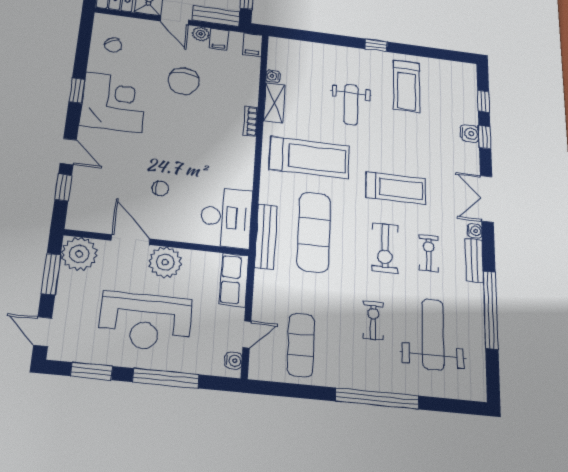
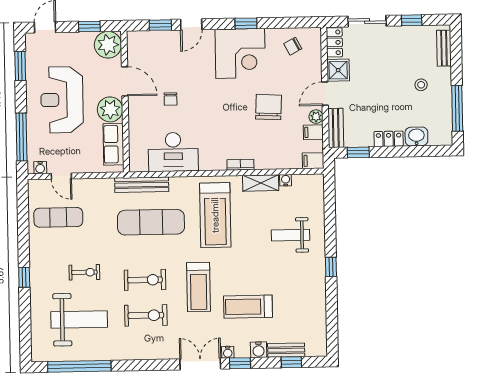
chair: (184, 81) -> (269, 107), turned 93
treadmill: (407, 86) -> (248, 307), moved
weight bench: (351, 105) -> (291, 235), moved
window: (485, 137) -> (240, 363), moved
desk: (226, 217) -> (173, 152), moved
water cooler: (475, 231) -> (228, 352), moved
door: (131, 240) -> (125, 81), hinge flipped
exercise bike: (385, 248) -> (145, 280), turned 180
exercise bike: (429, 253) -> (146, 315), width x1.38, depth x1.39
bench: (474, 261) -> (286, 350), moved
window: (51, 274) -> (89, 26), width x0.67
row of seats: (234, 280) -> (113, 144), moved, turned -90
window: (490, 310) -> (79, 366), moved
window: (166, 378) -> (22, 137), moved
window: (377, 399) -> (24, 277), width x0.32

